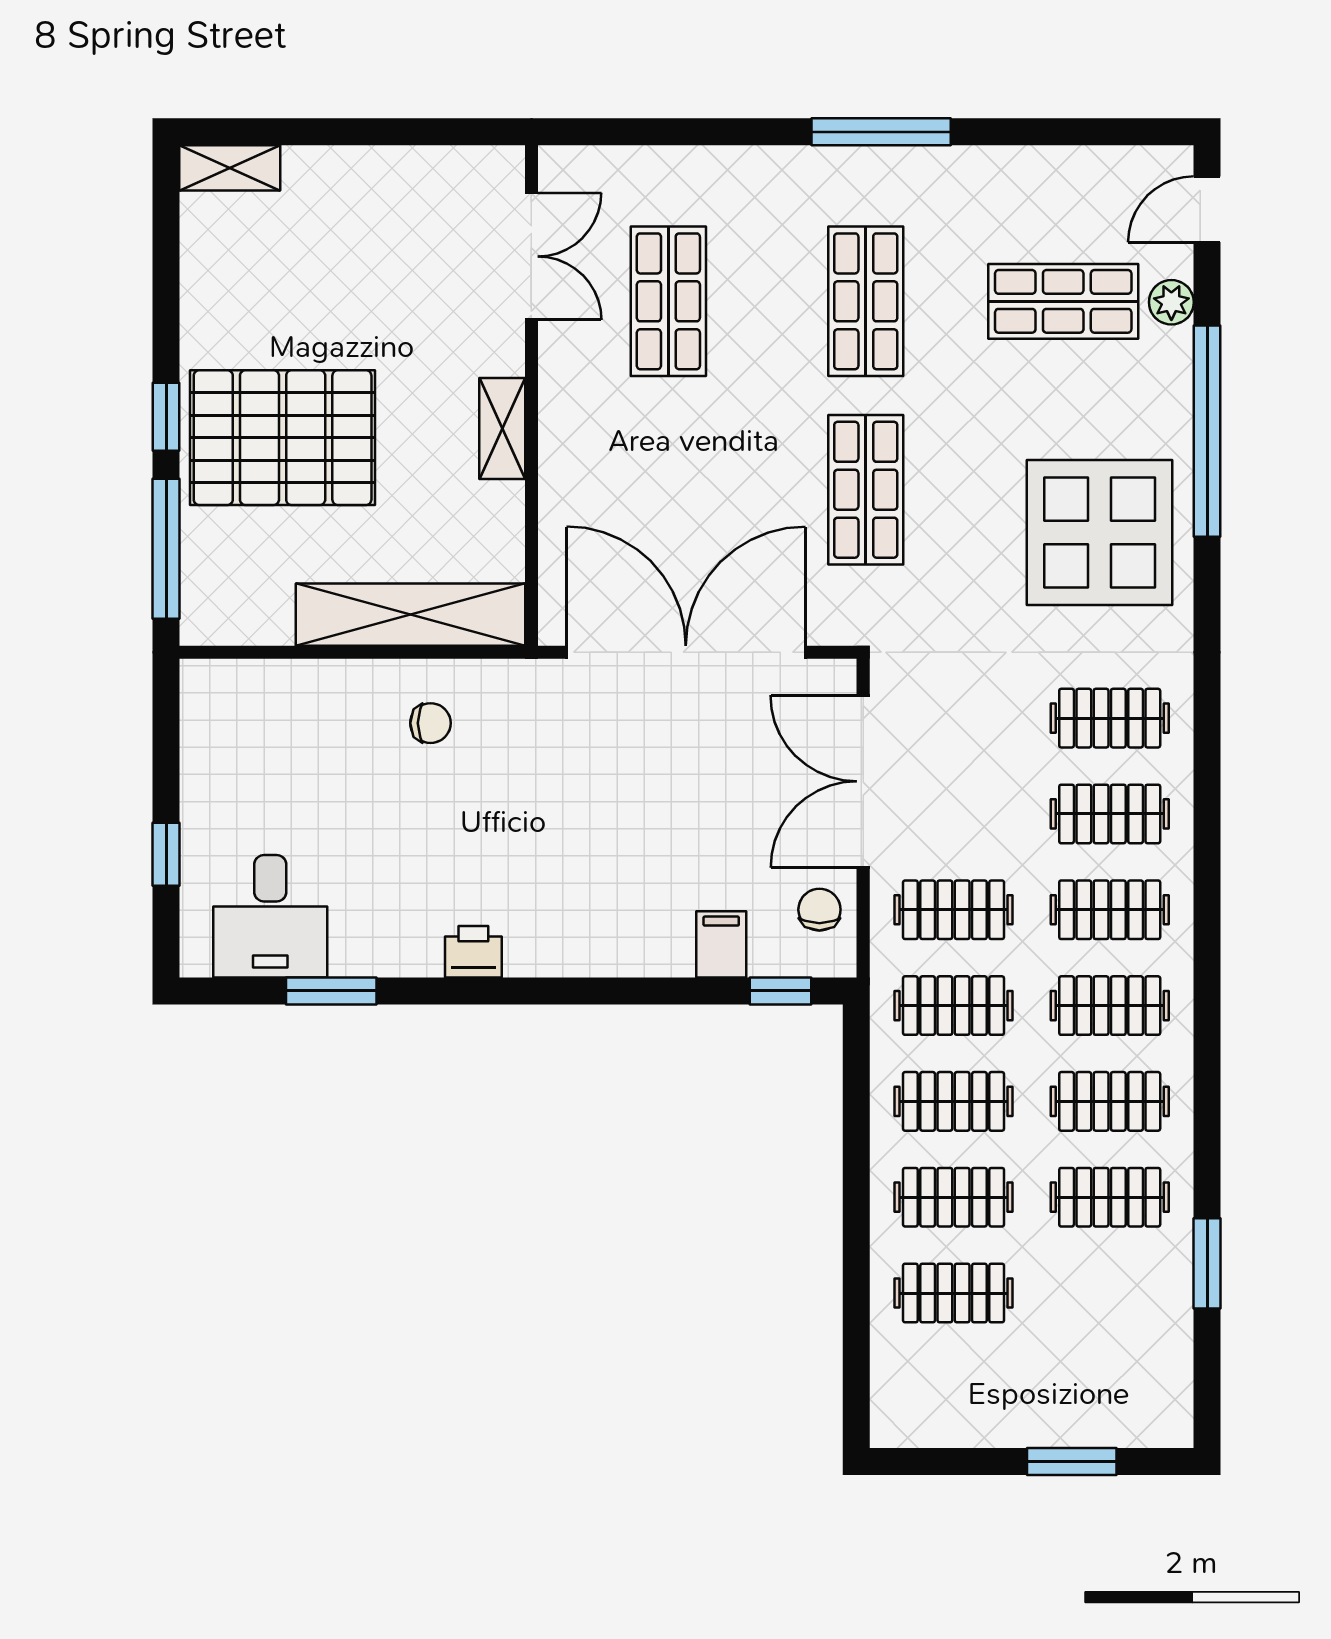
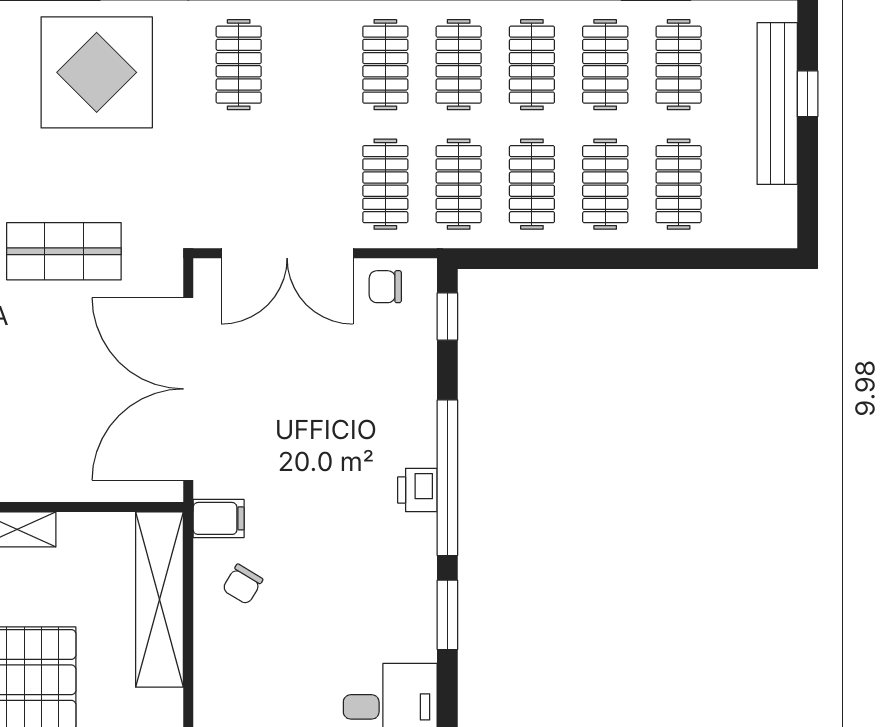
chair: (430, 723) -> (243, 584), turned -149
clothes rail: (1110, 814) -> (679, 65), moved
filing cabinet: (721, 944) -> (219, 518), moved, turned 180
printer: (473, 952) -> (417, 490), moved
window: (331, 991) -> (447, 615), moved
window: (570, 991) -> (447, 478), added
bench: (1059, 1422) -> (777, 104), added
window: (1072, 1462) -> (808, 94), width x0.67

